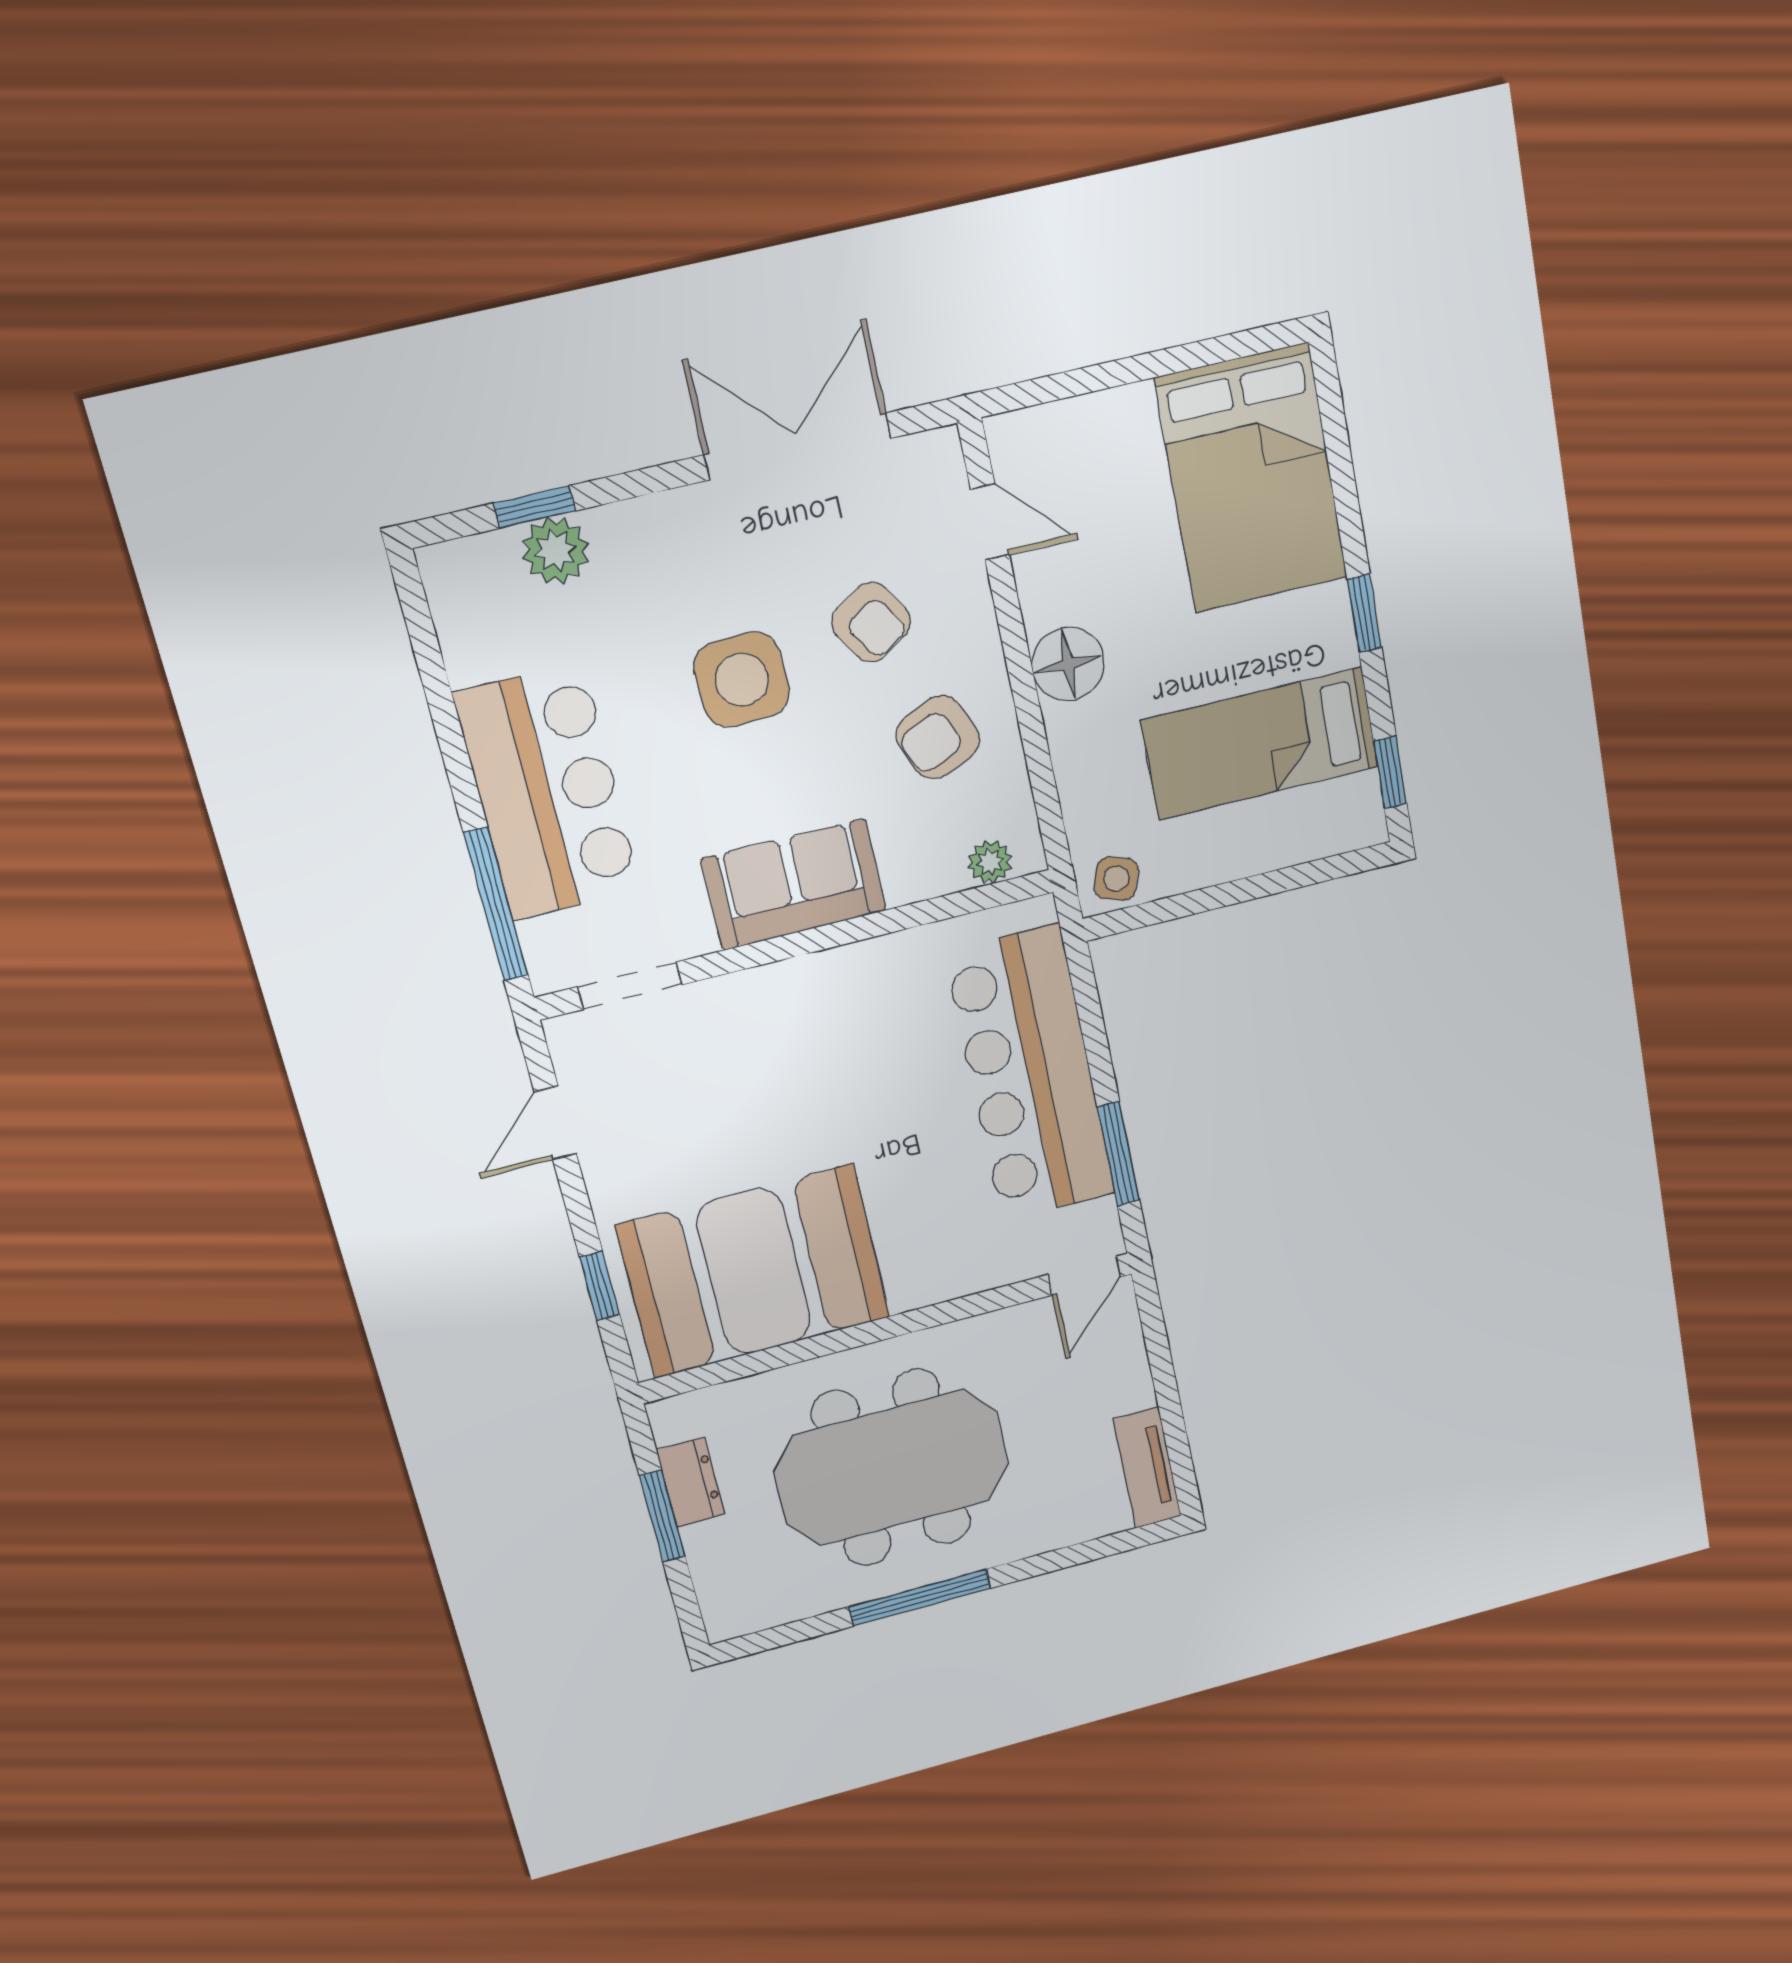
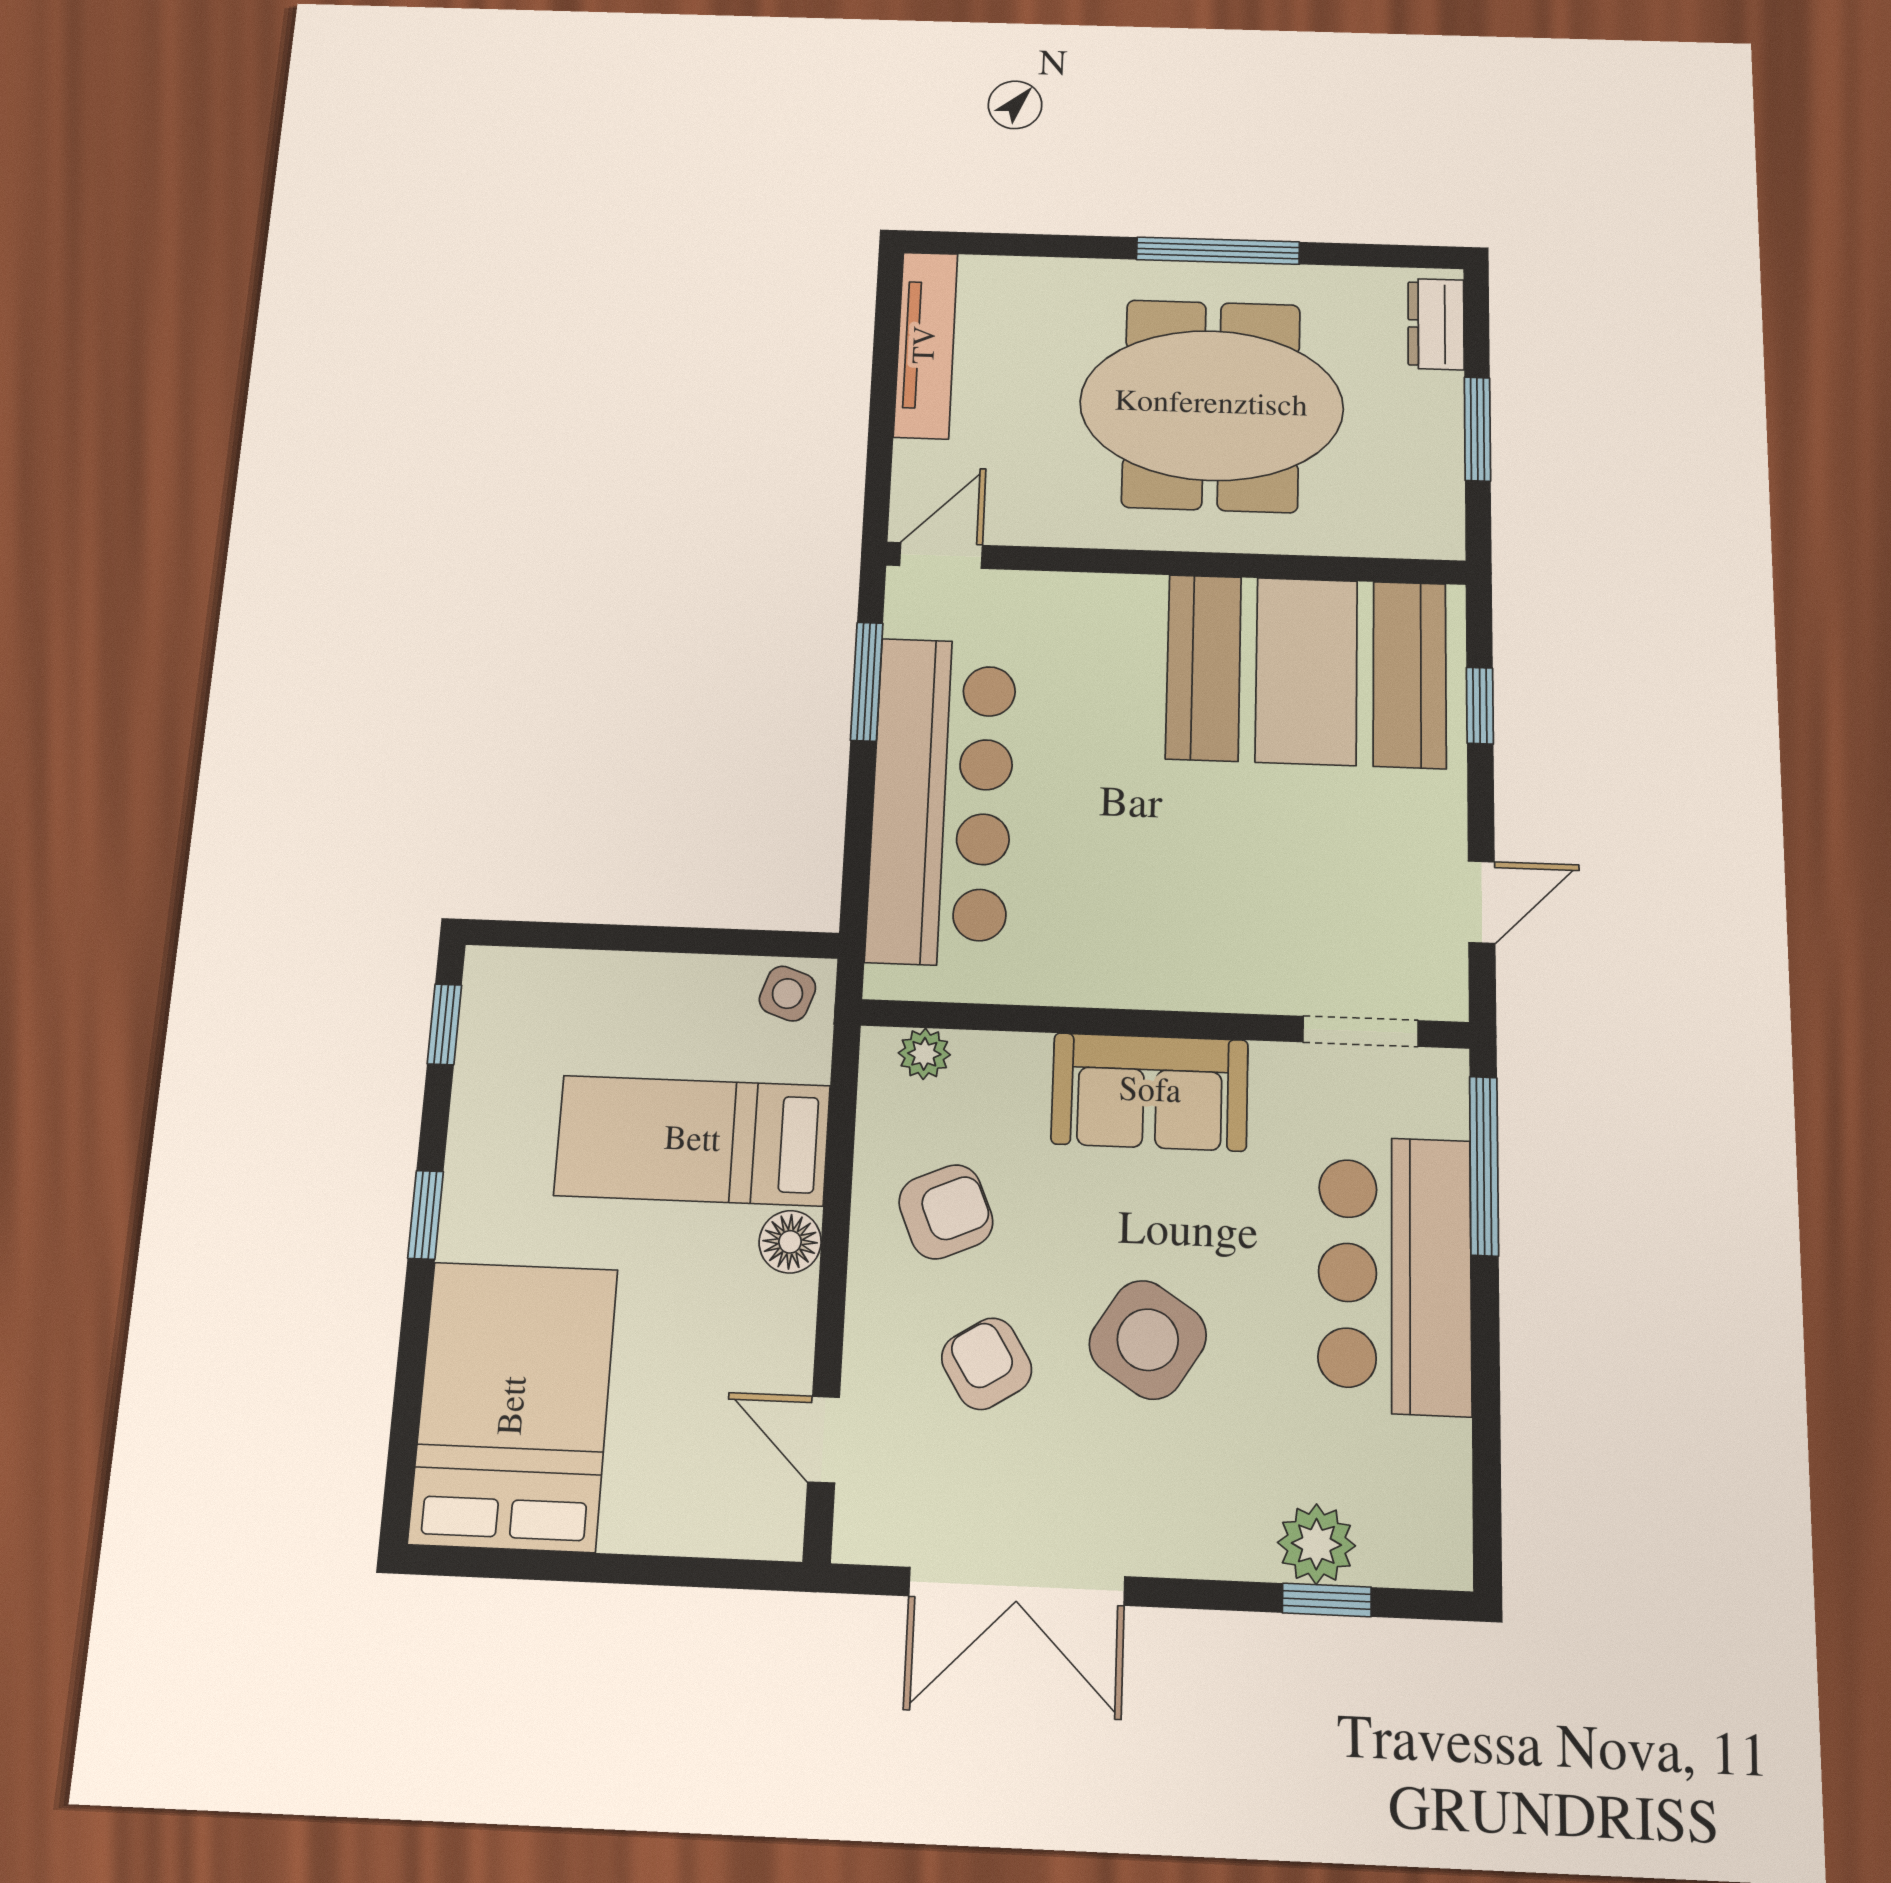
floor lamp: (1068, 664) -> (790, 1242), width x0.73, depth x0.73
side table: (742, 680) -> (1148, 1340), turned 35
bed: (1260, 744) -> (692, 1141), moved, turned 180
tv unit: (1147, 1468) -> (926, 345), width x1.41
dresser: (691, 1482) -> (1436, 324), moved

